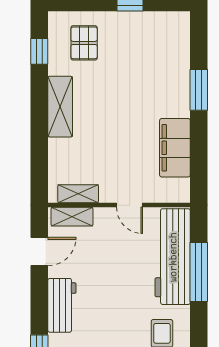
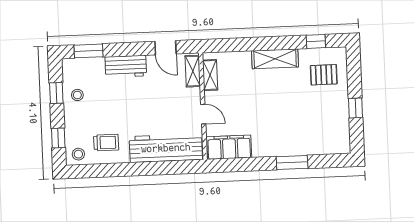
filing cabinet: (175, 148) -> (229, 147), moved
door: (130, 205) -> (203, 114), swing flipped
window: (199, 272) -> (155, 168), removed

